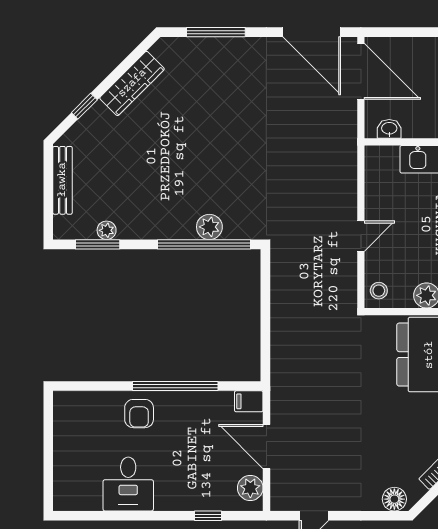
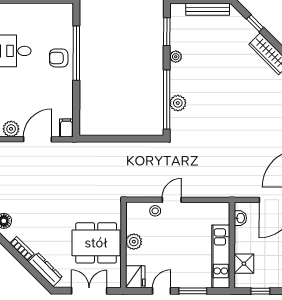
plant: (107, 230) -> (176, 57), moved
door: (361, 236) -> (172, 200), swing flipped
stool: (379, 291) -> (155, 211), moved
window: (175, 386) -> (76, 53), moved

